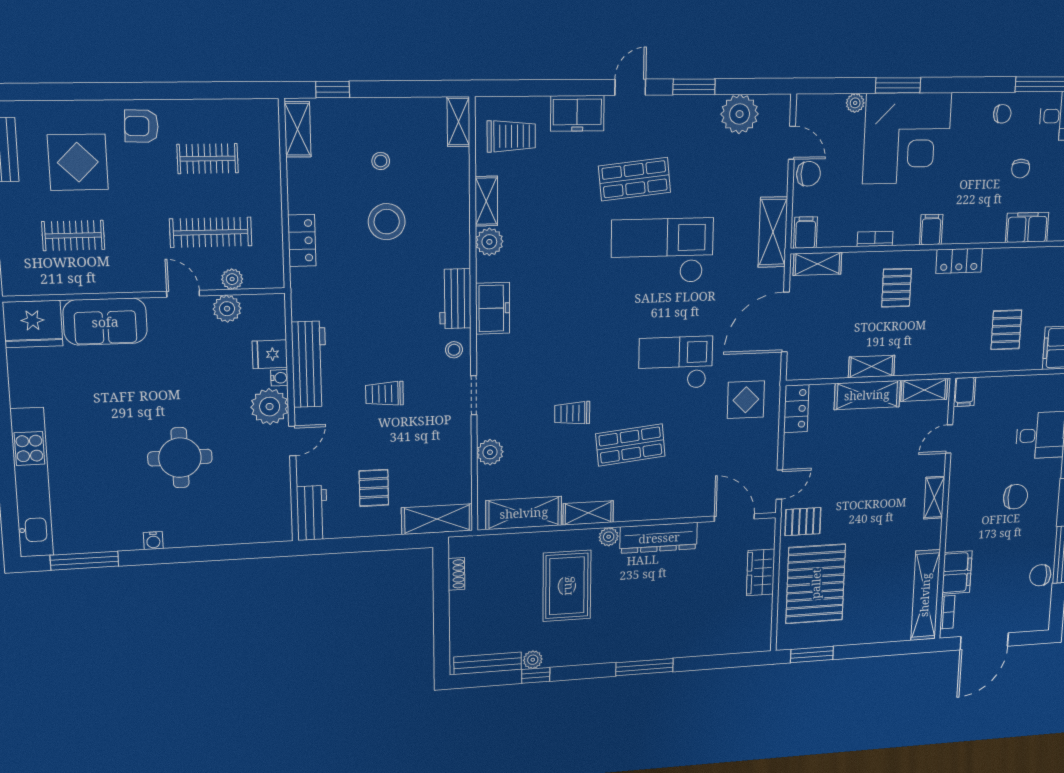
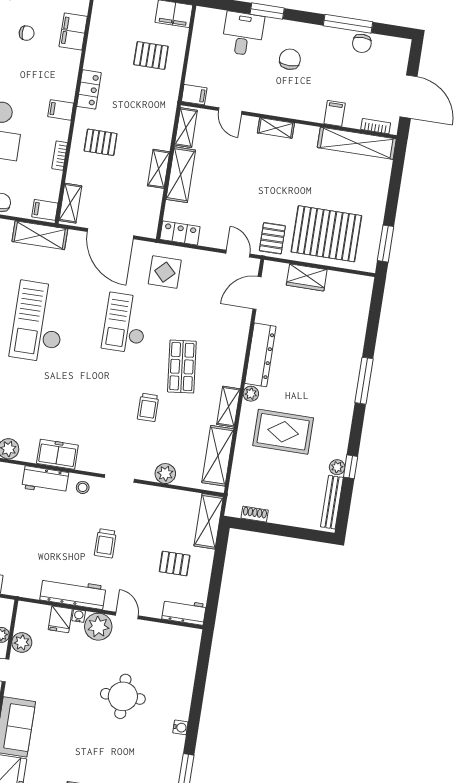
filing cabinet: (957, 573) -> (335, 113), width x0.50

